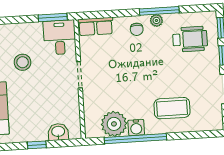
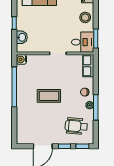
wheelchair: (190, 39) -> (76, 126), turned 95
stool: (23, 62) -> (85, 17), moved
coffee table: (172, 108) -> (49, 96), moved, turned 90
plant: (114, 124) -> (25, 74), removed
water cooler: (136, 128) -> (21, 59), moved

